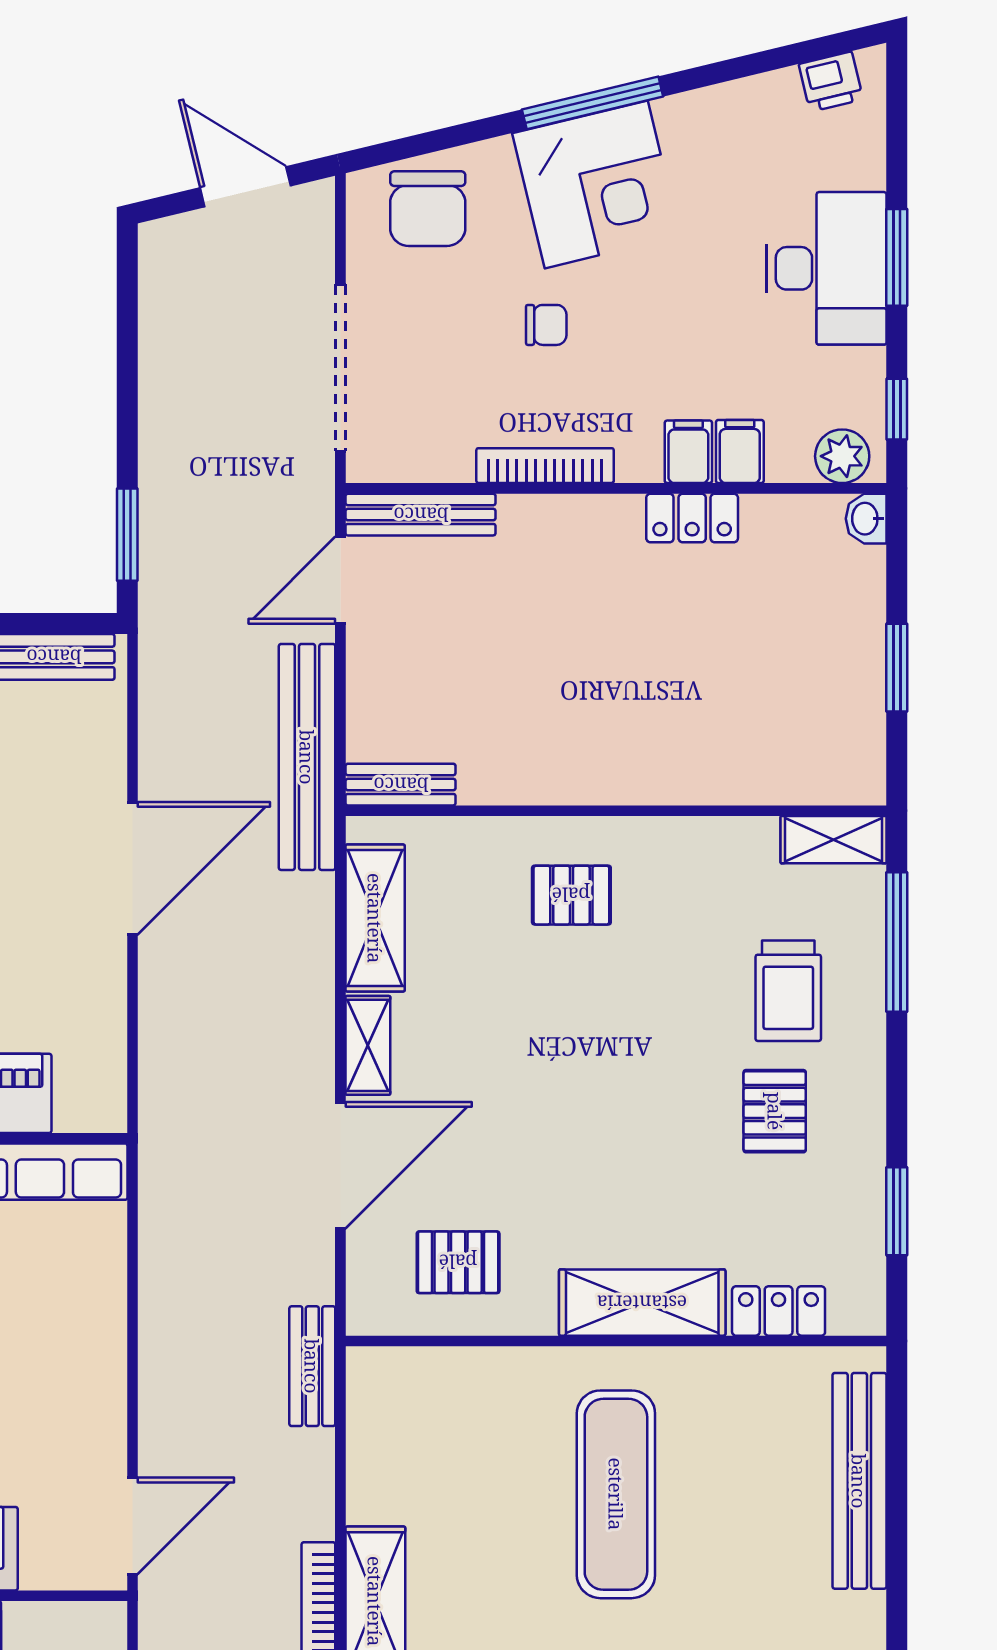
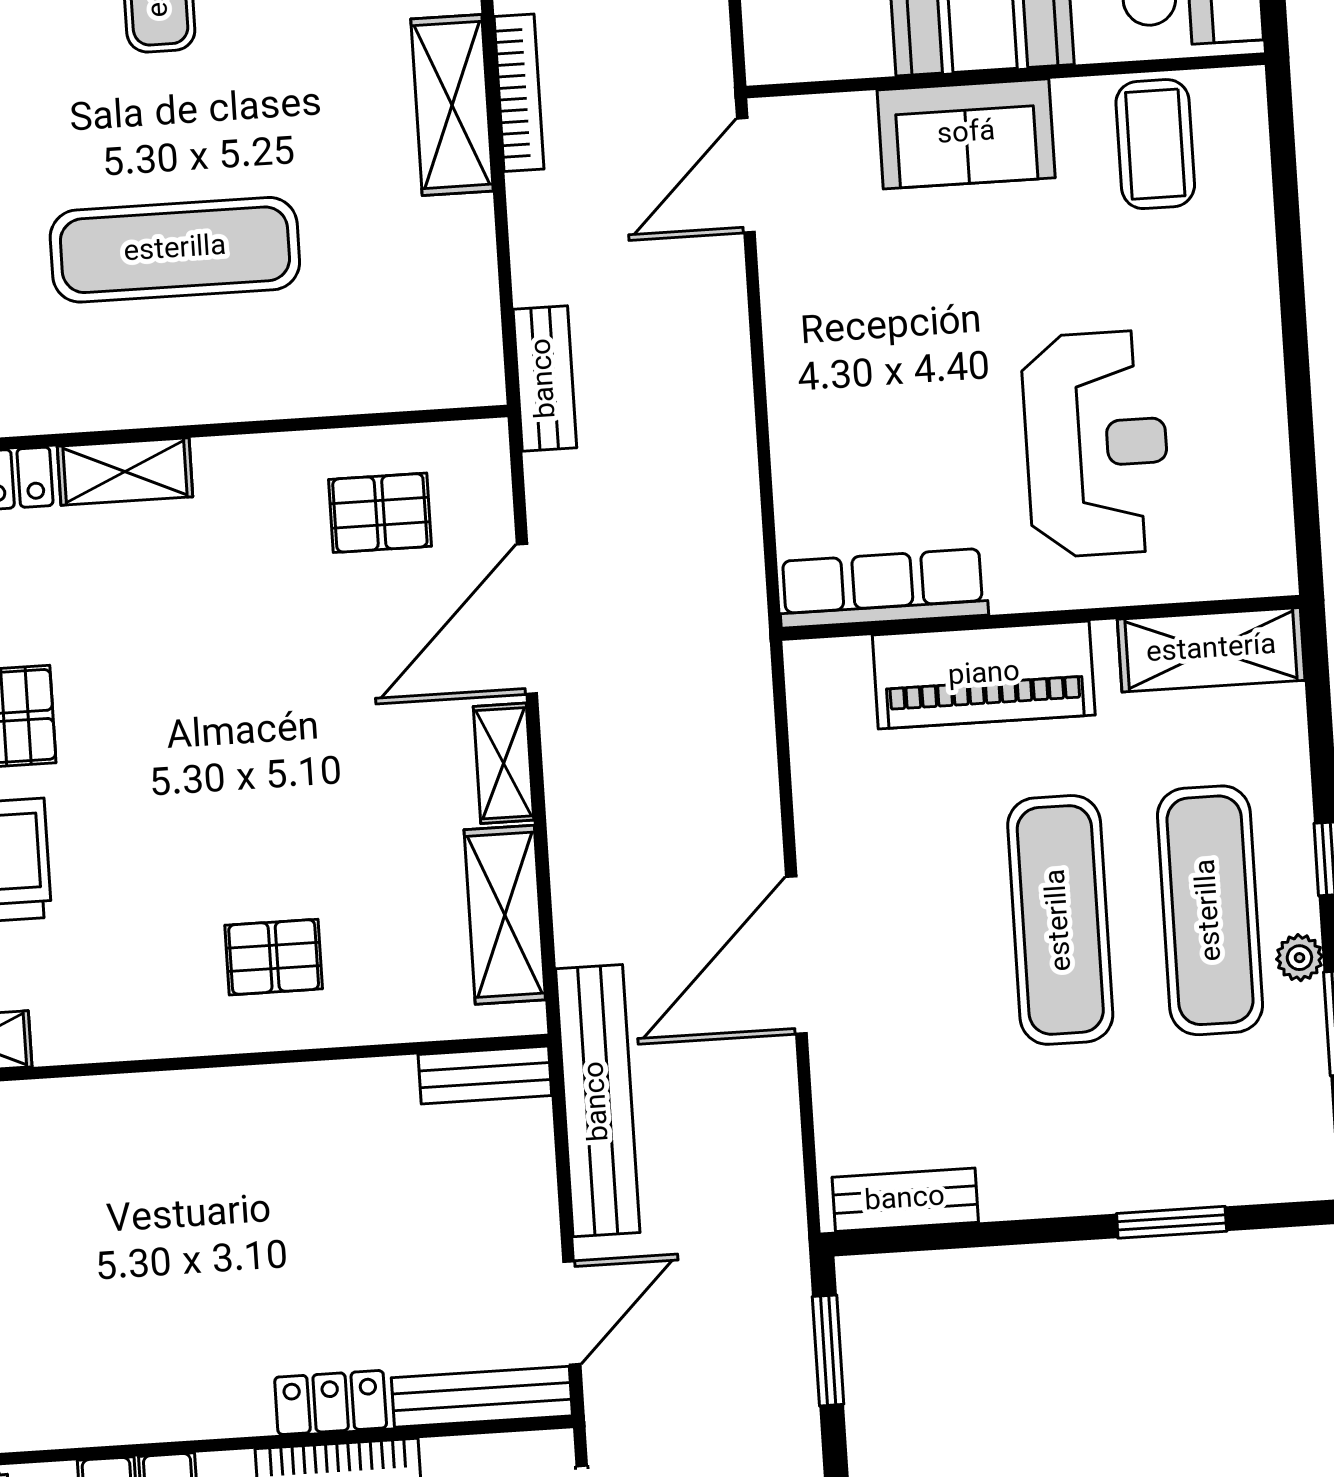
locker: (692, 518) -> (331, 1402), moved
shelving: (642, 1303) -> (125, 472), width x0.67, depth x0.75
exercise mat: (616, 1494) -> (175, 250), turned 90

